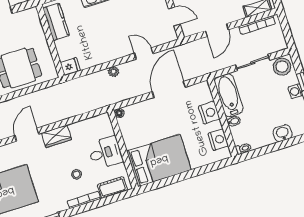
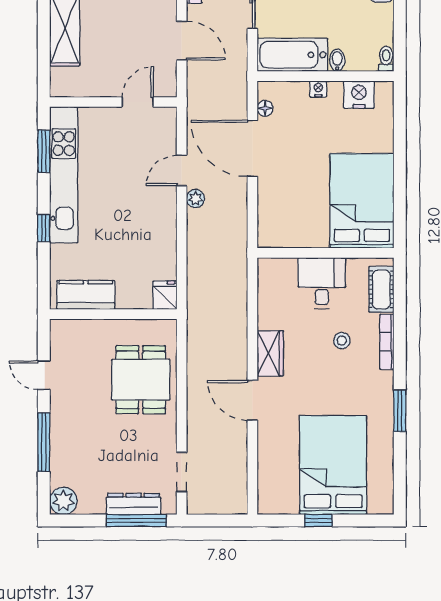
plant: (113, 72) -> (195, 199), moved
floor lamp: (119, 113) -> (265, 108), moved
nightstand: (209, 113) -> (318, 89), width x0.53, depth x0.56

